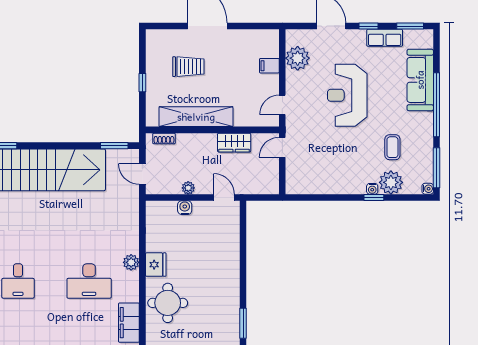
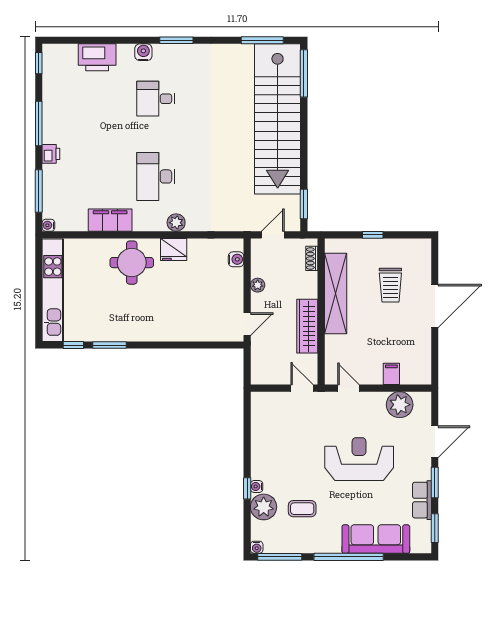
window: (369, 26) -> (435, 483), width x1.50
wardrobe: (234, 143) -> (307, 326), width x1.50
water cooler: (185, 208) -> (236, 259), moved

